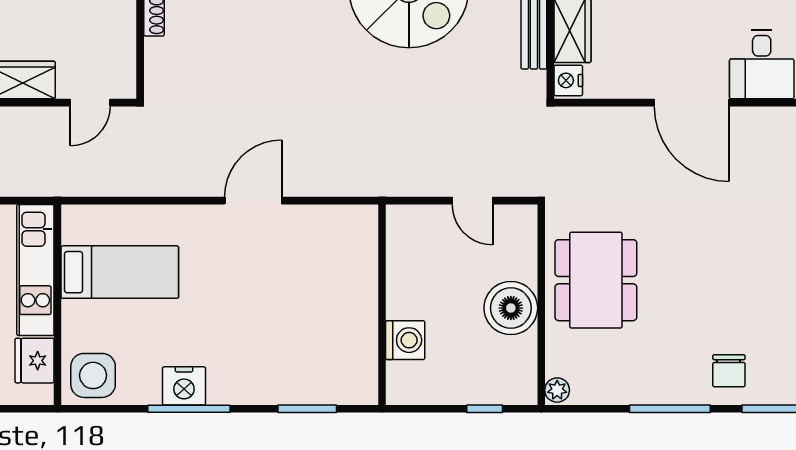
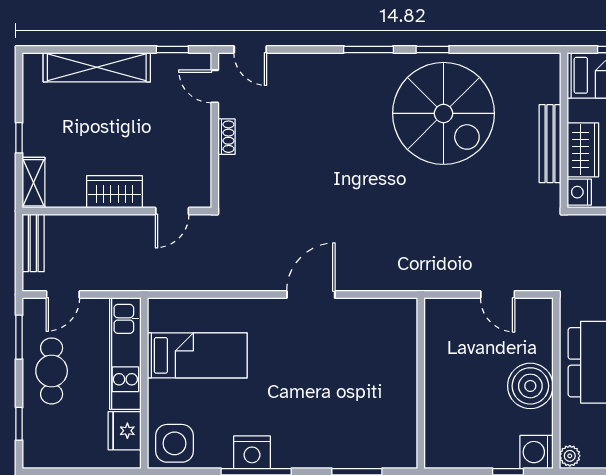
washing machine: (405, 340) -> (536, 452), moved, turned 180

